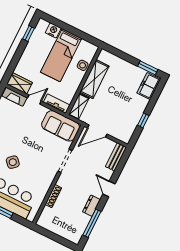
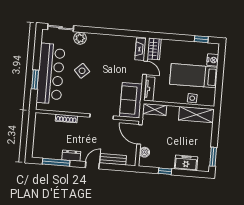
shelving: (94, 79) -> (196, 115), moved
freezer: (149, 86) -> (186, 163), moved
boiler: (117, 133) -> (144, 152), added
bench: (116, 157) -> (113, 159), moved

